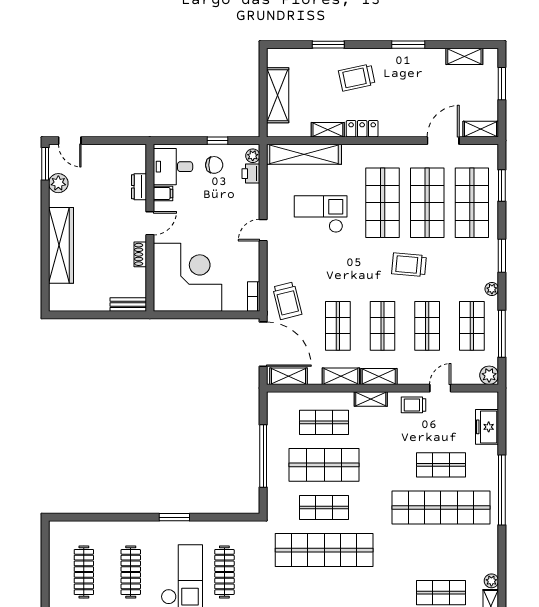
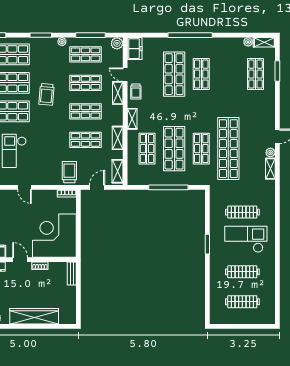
trolley: (287, 301) -> (69, 172), turned -76
door: (263, 344) -> (97, 187), width x0.53
shelving: (379, 376) -> (118, 93), moved
freezer: (487, 427) -> (135, 49), moved, turned -90
shop shelf: (441, 465) -> (174, 74), width x1.43, depth x1.36
shop shelf: (441, 507) -> (201, 74), width x0.50, depth x0.74

